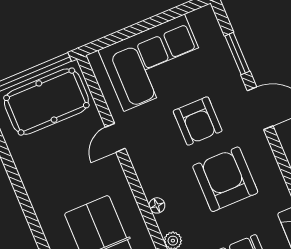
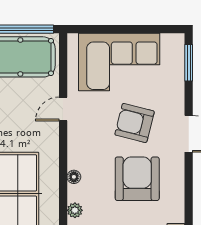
window: (237, 54) -> (189, 63), moved
armchair: (198, 121) -> (135, 123), turned 104

